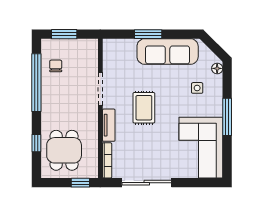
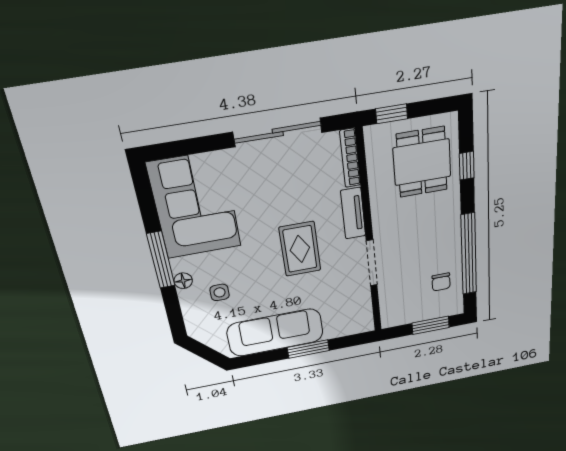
floor lamp: (217, 68) -> (183, 281), moved

